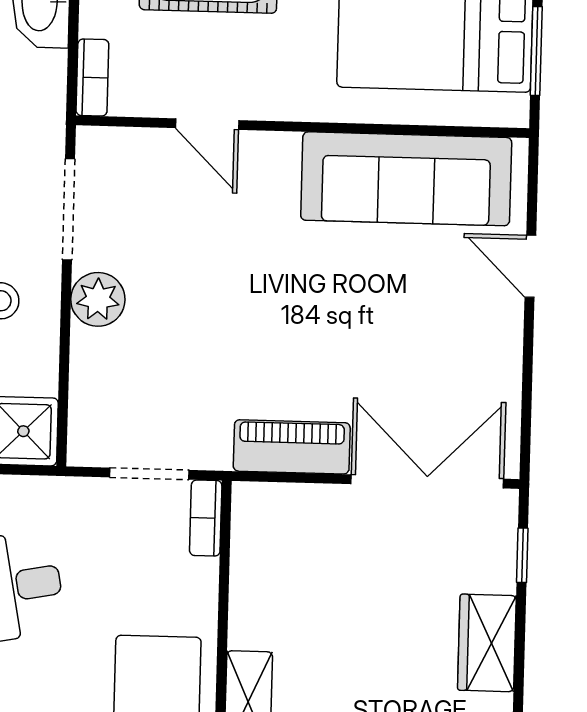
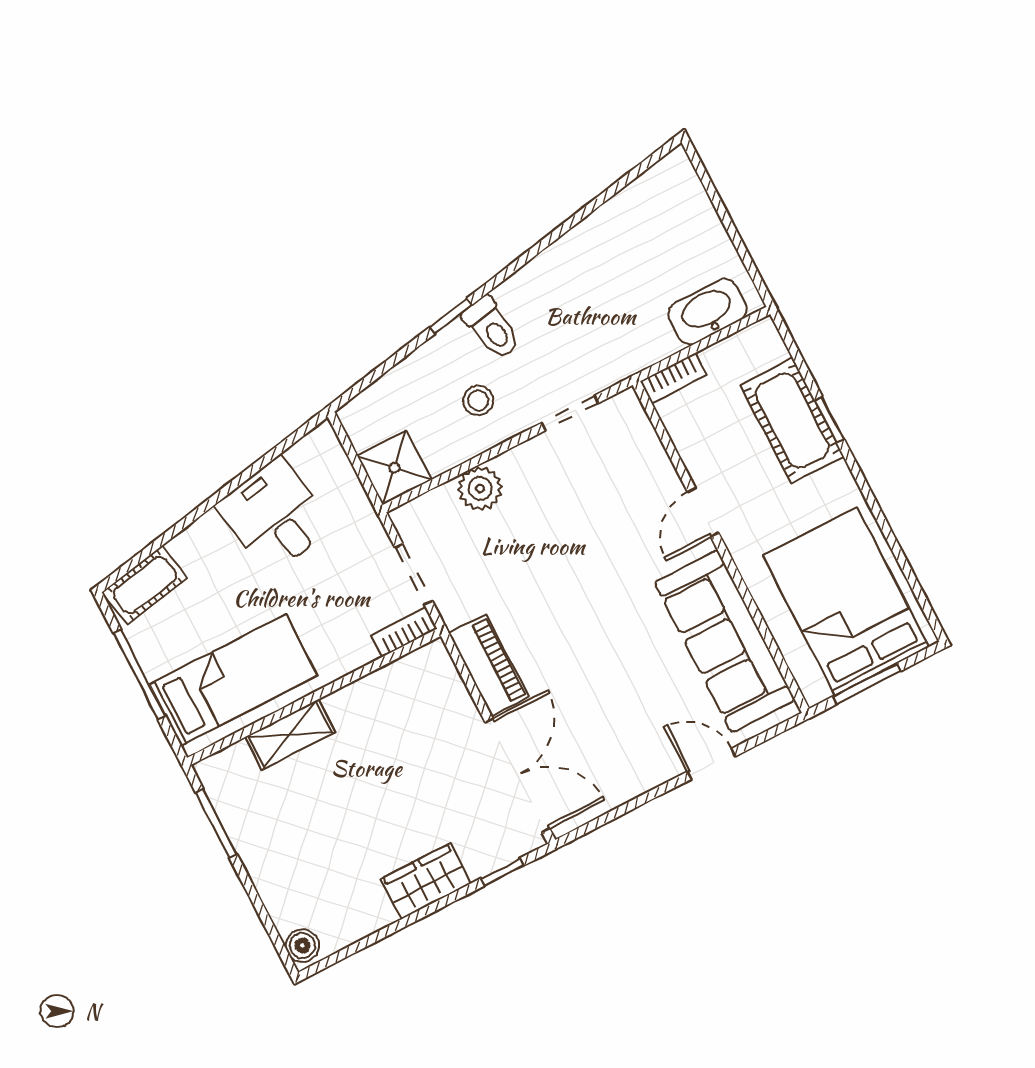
door: (207, 124) -> (703, 513), moved
doorway: (69, 209) -> (570, 413), width x0.73
door: (530, 266) -> (711, 764), hinge flipped
plant: (98, 299) -> (480, 488), moved

